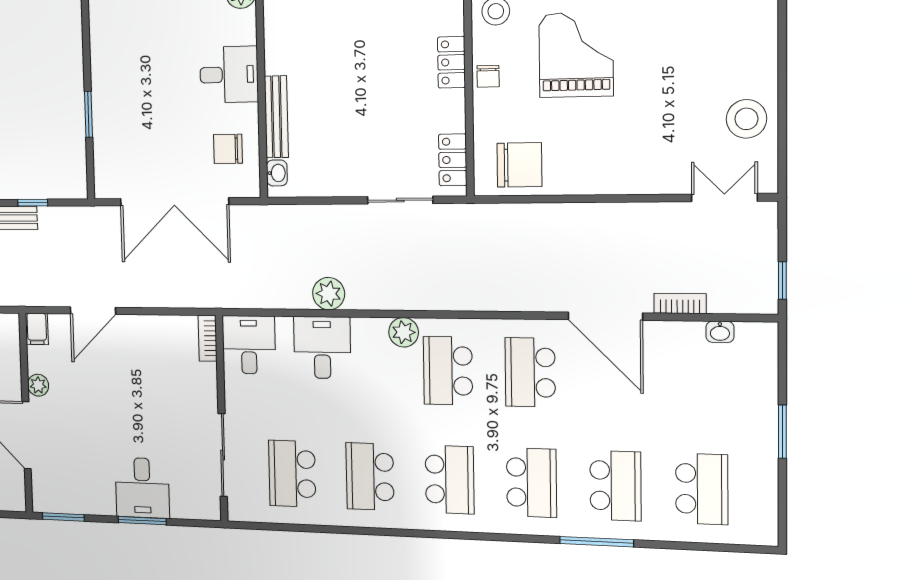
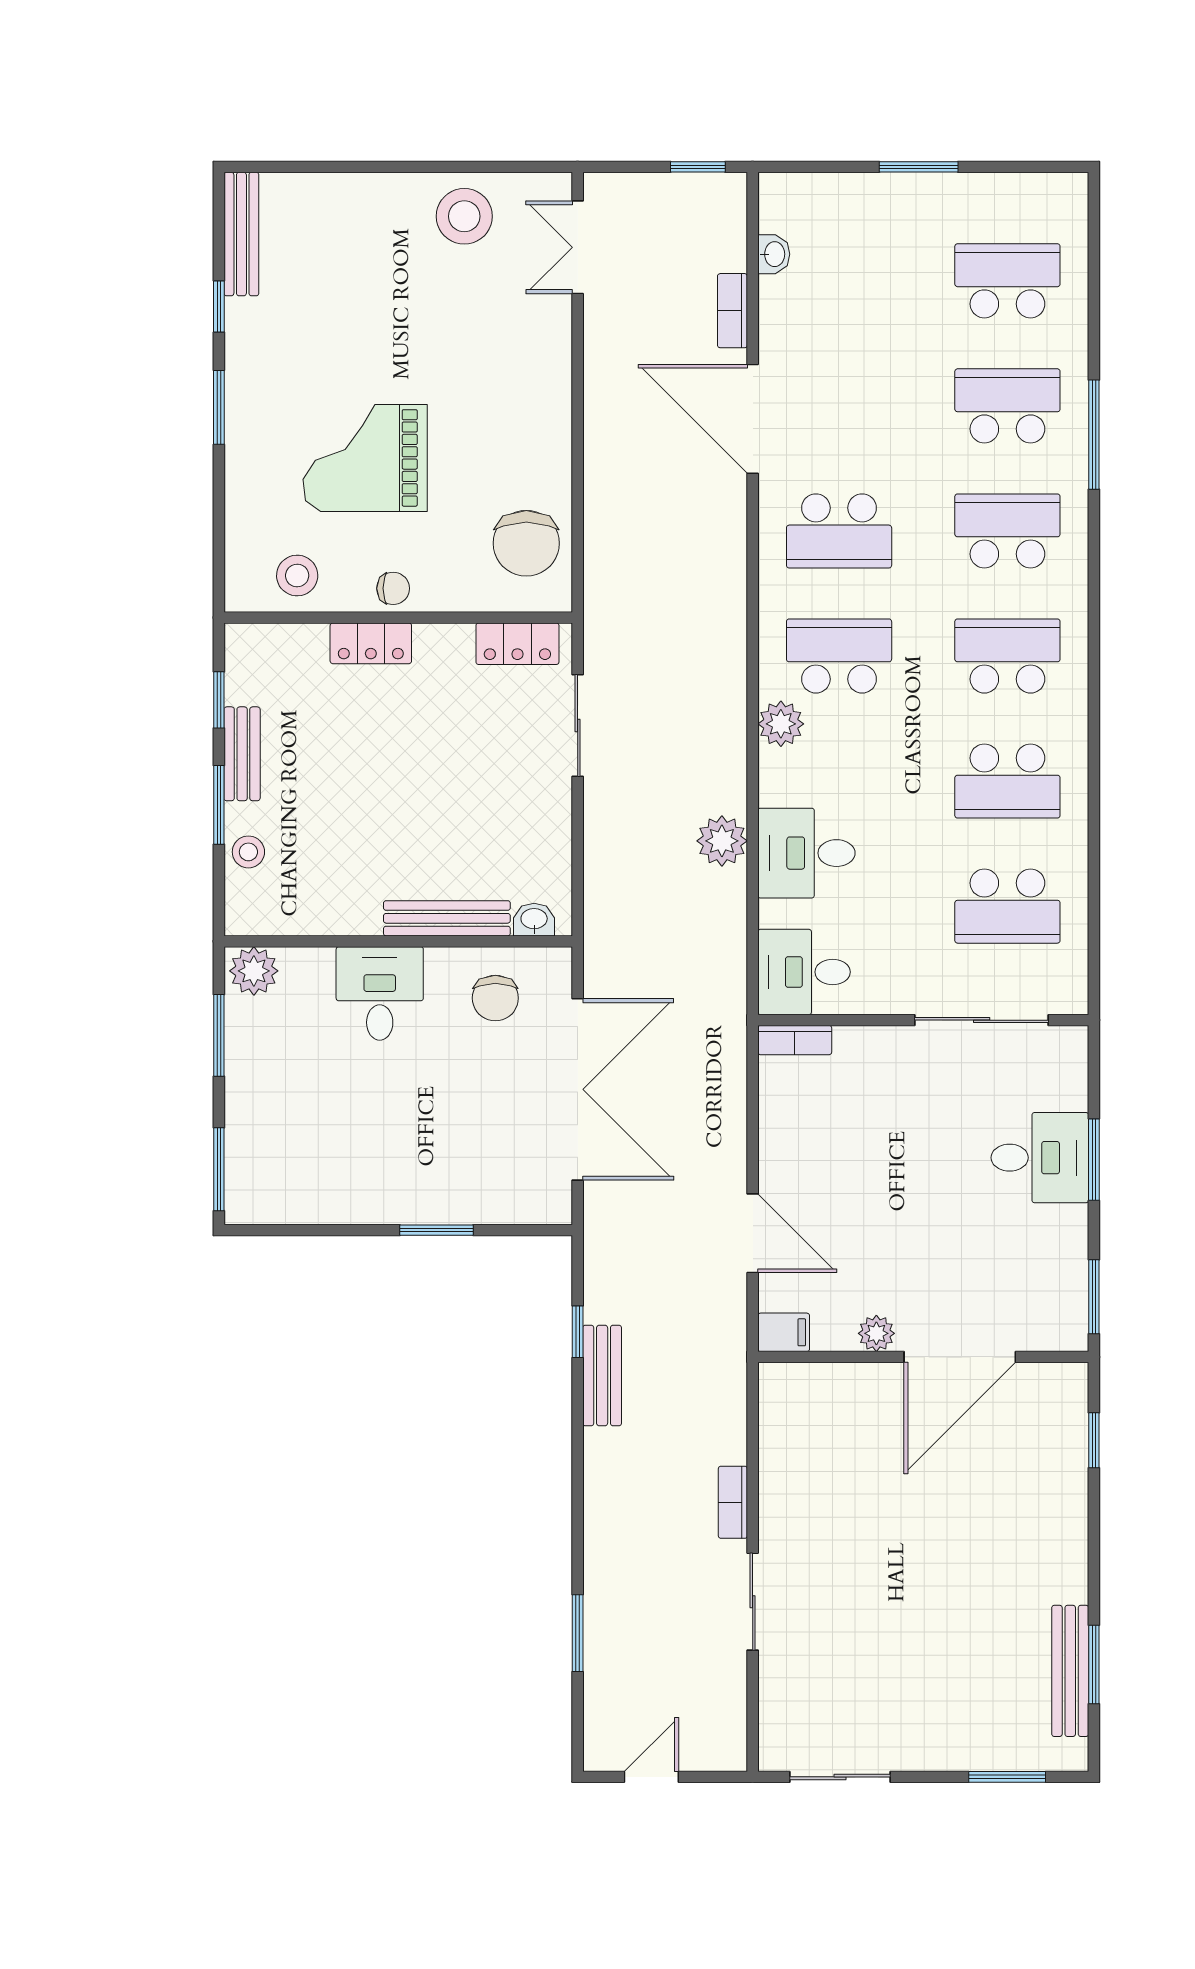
chair: (519, 165) -> (526, 543), turned 180
door: (605, 316) -> (753, 419), swing flipped
school desk: (448, 371) -> (839, 656), turned 180

